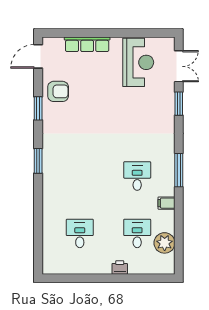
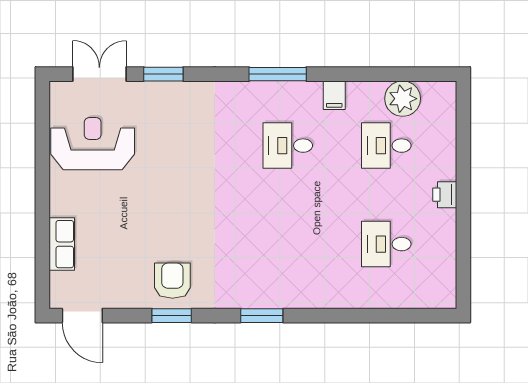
row of seats: (87, 44) -> (62, 244), width x0.68
armchair: (58, 91) -> (172, 281), moved
printer: (120, 267) -> (445, 195), moved

